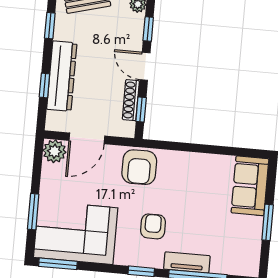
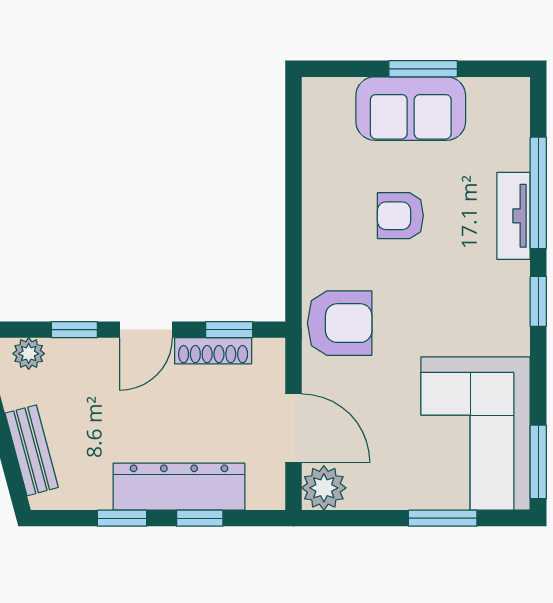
window: (50, 26) -> (122, 518), moved
sofa: (250, 186) -> (411, 109), moved
armchair: (153, 226) -> (400, 216), moved

